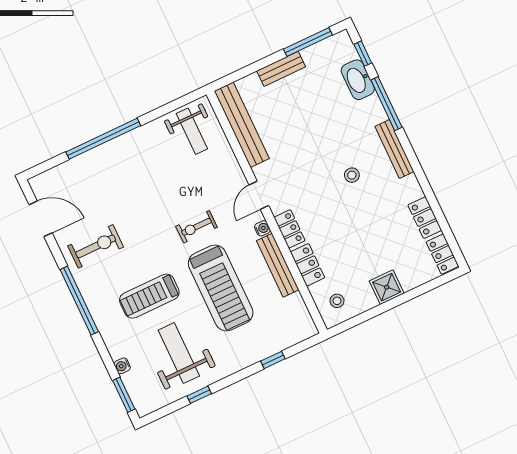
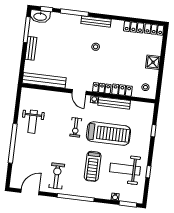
washbasin: (358, 80) -> (40, 16), moved
weight bench: (192, 131) -> (33, 122), moved, turned 90

